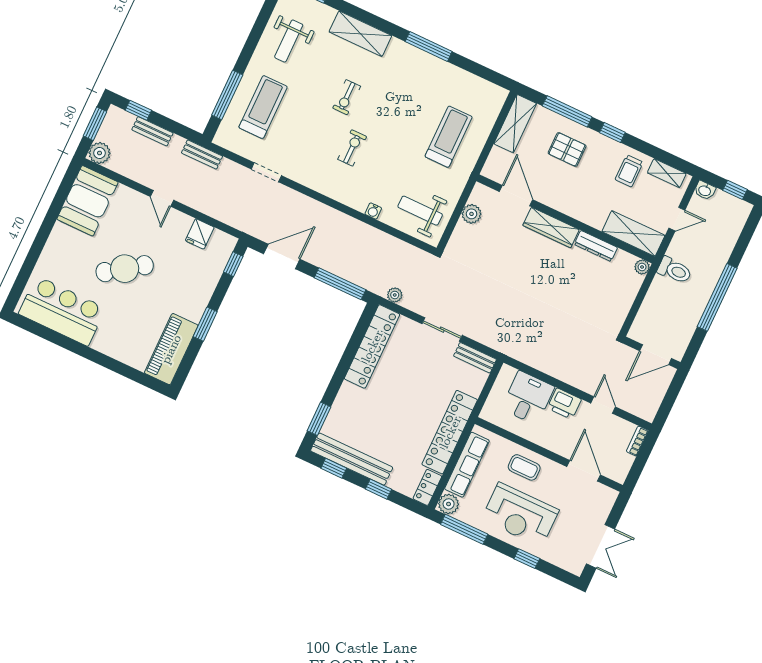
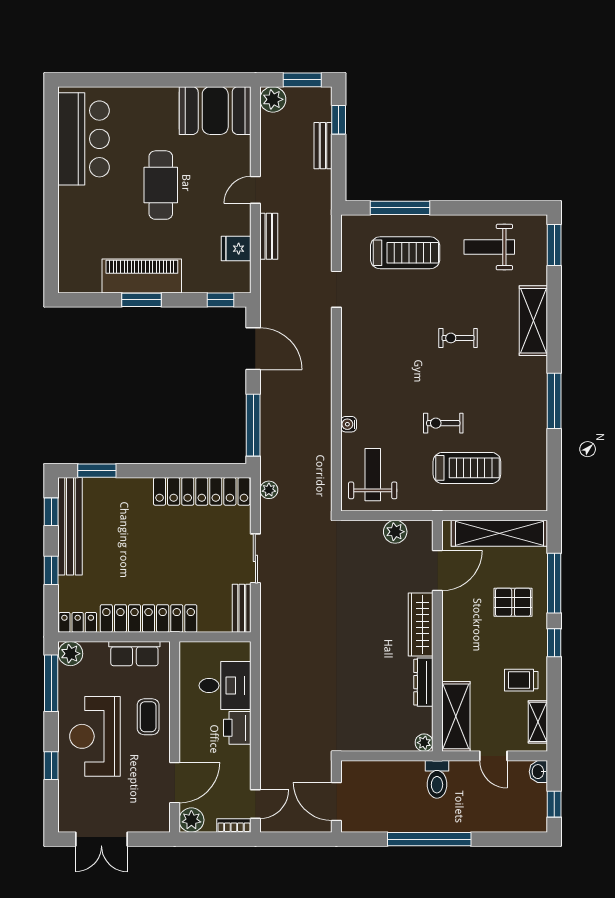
shelving: (515, 124) -> (499, 533), width x1.47
exercise bike: (352, 148) -> (443, 423), moved, turned 180
pallet: (567, 149) -> (513, 602), turned 90
bench: (202, 155) -> (269, 236), moved
cafe table: (125, 269) -> (161, 185), turned 35
piano: (171, 349) -> (142, 276), moved
door: (603, 405) -> (255, 804), moved
row of seats: (467, 465) -> (134, 654), width x0.68
plant: (618, 471) -> (191, 820), added

